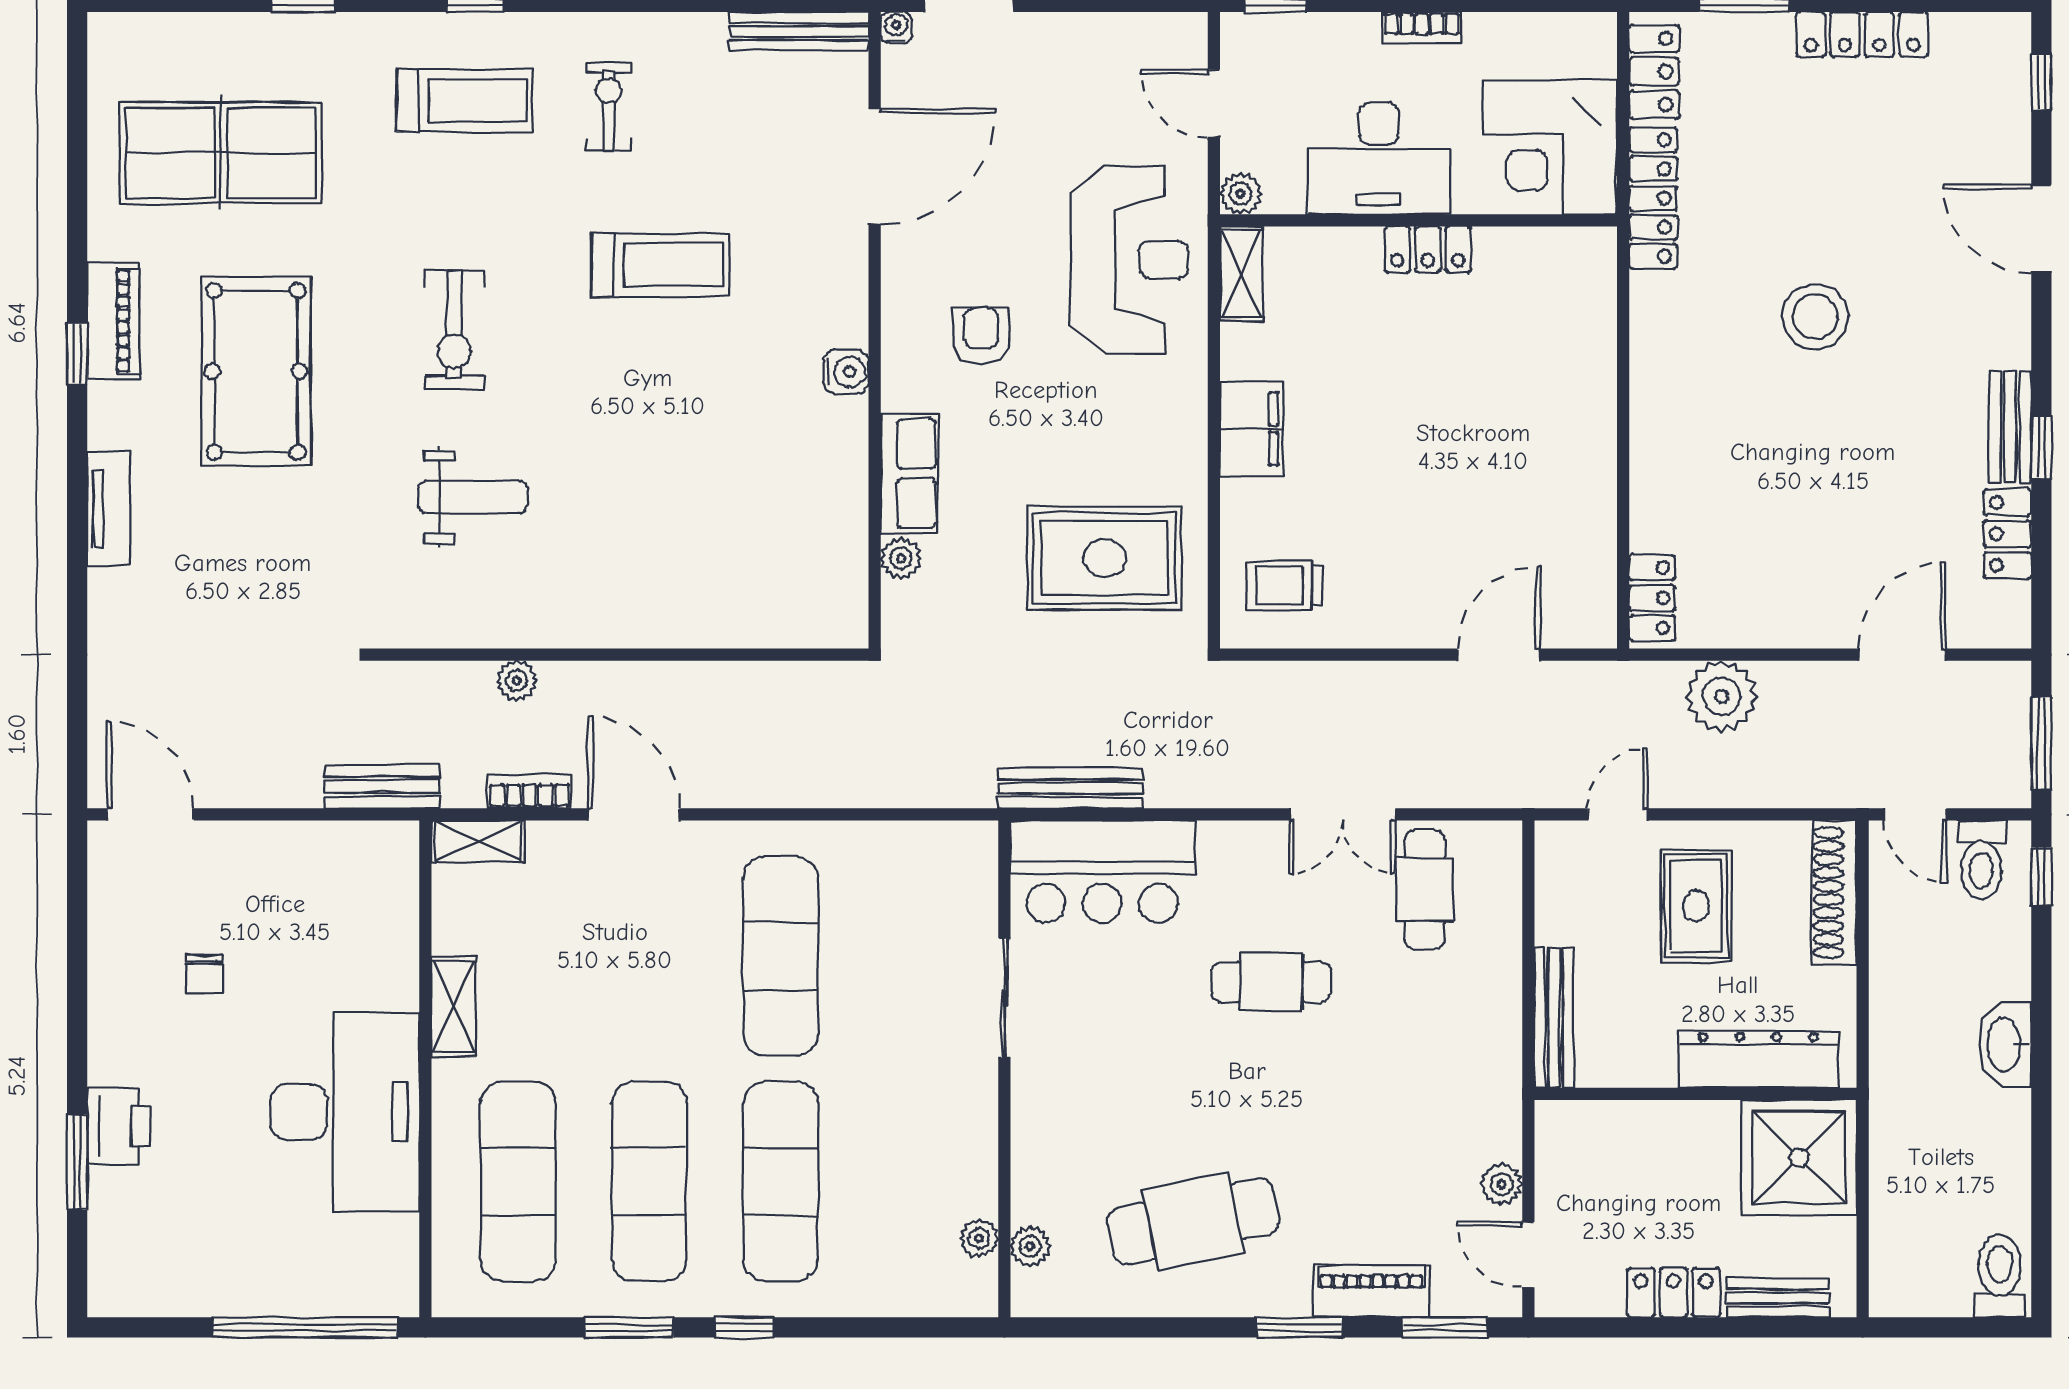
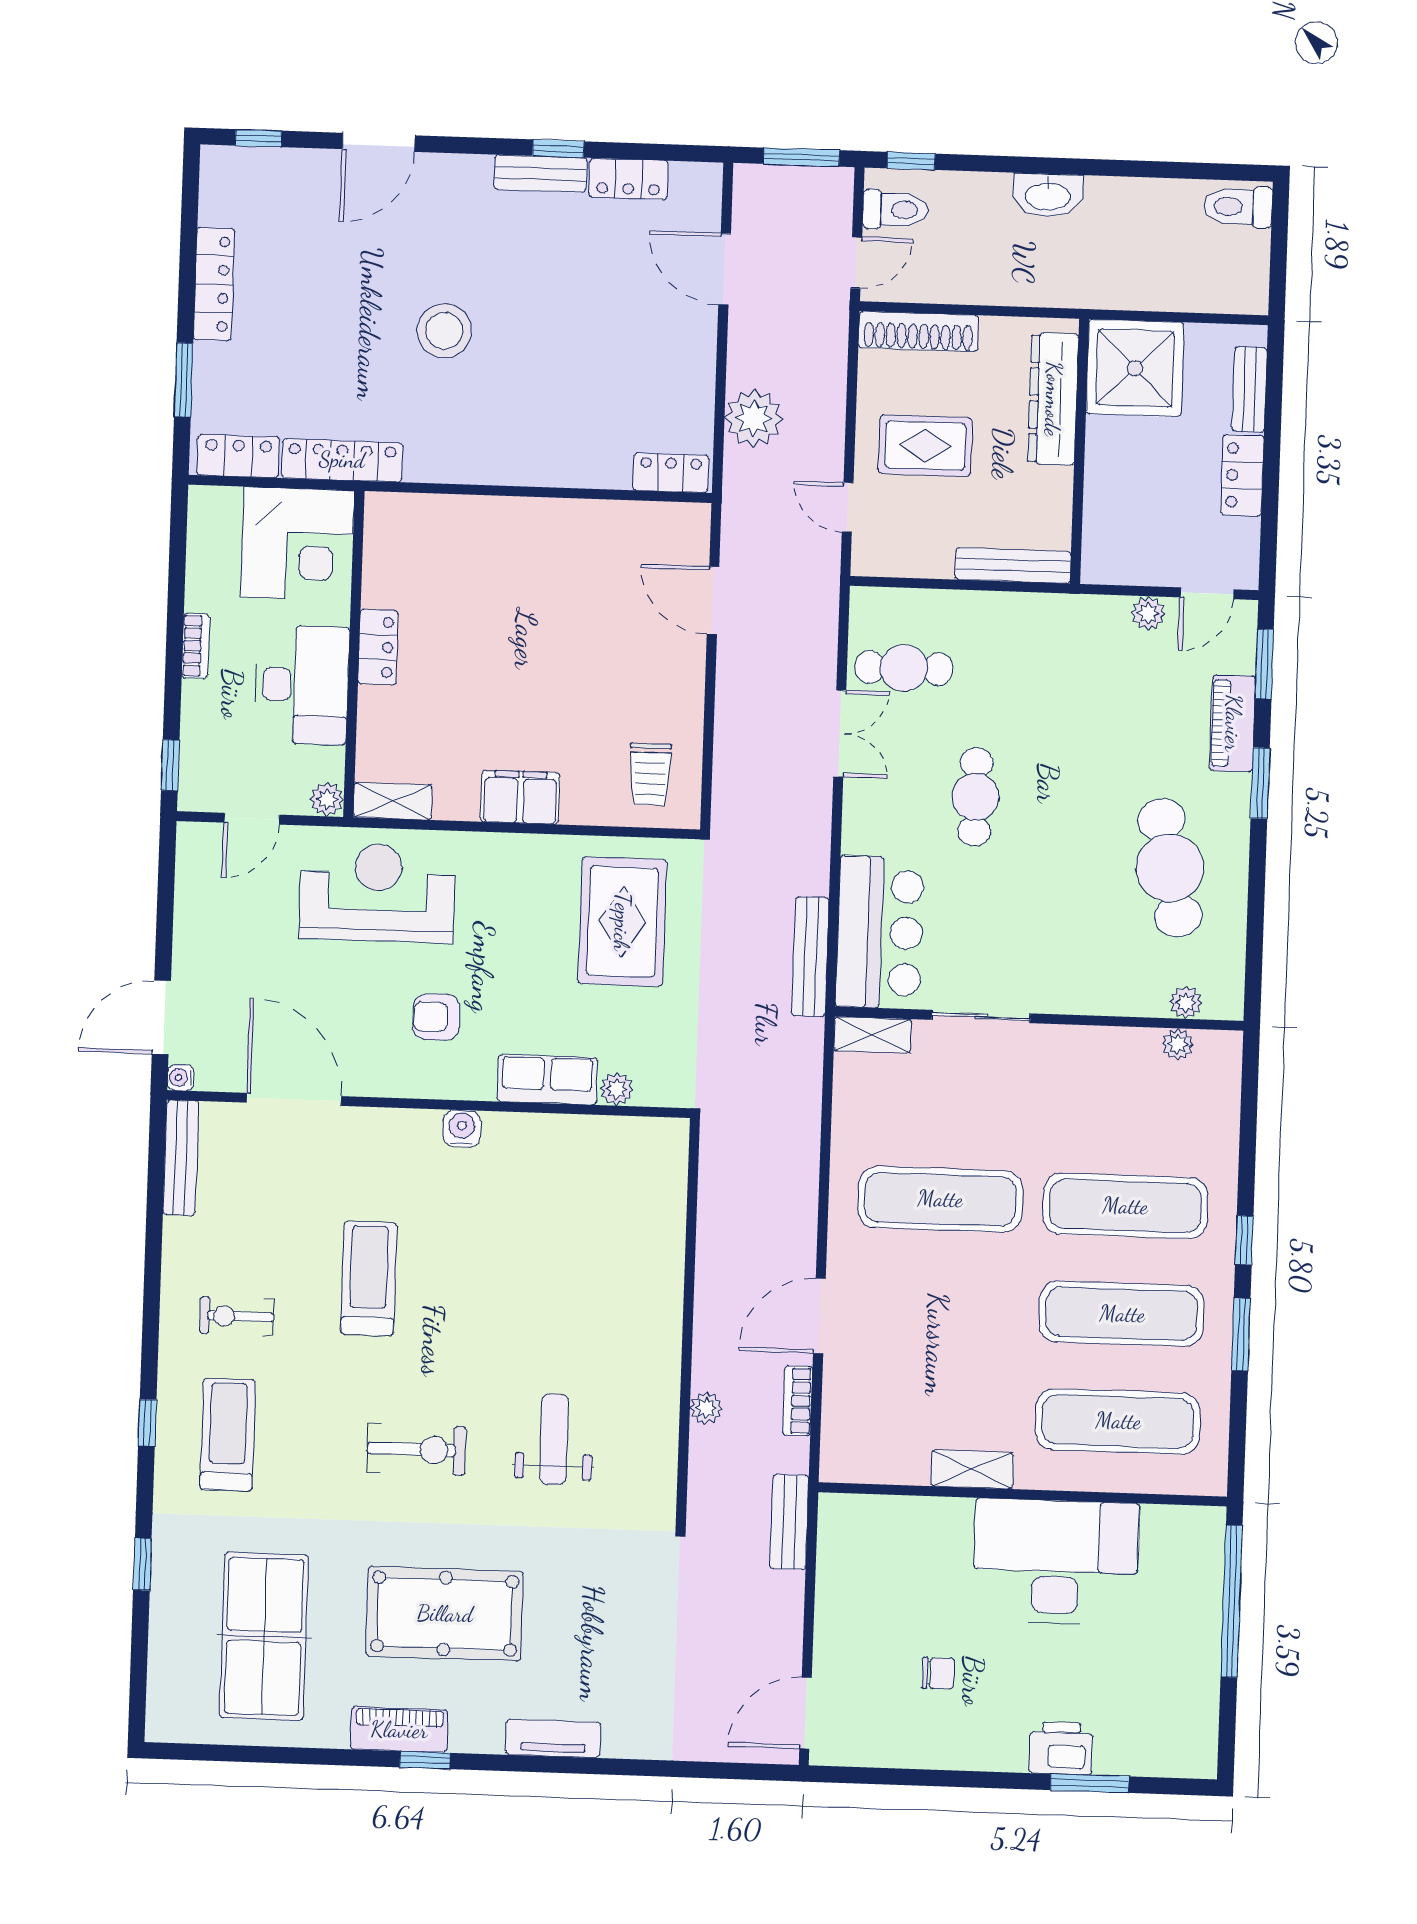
shelving: (478, 841) -> (872, 1035), moved, turned 90

